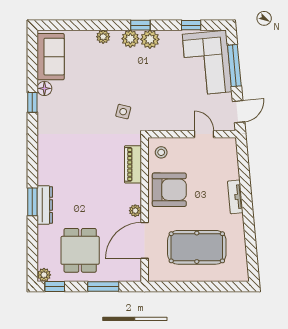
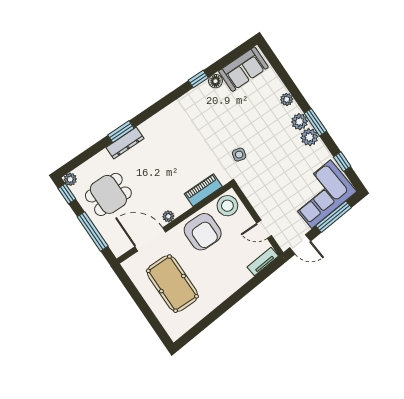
window: (140, 25) -> (315, 122), width x1.50
door: (204, 134) -> (264, 229), swing flipped
stool: (161, 152) -> (227, 206), width x1.89, depth x1.89
tv unit: (235, 197) -> (263, 261), moved
window: (103, 286) -> (93, 231), width x1.44

